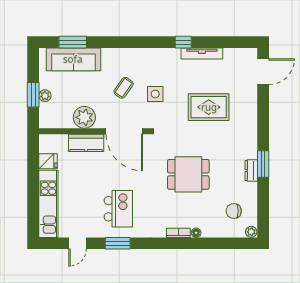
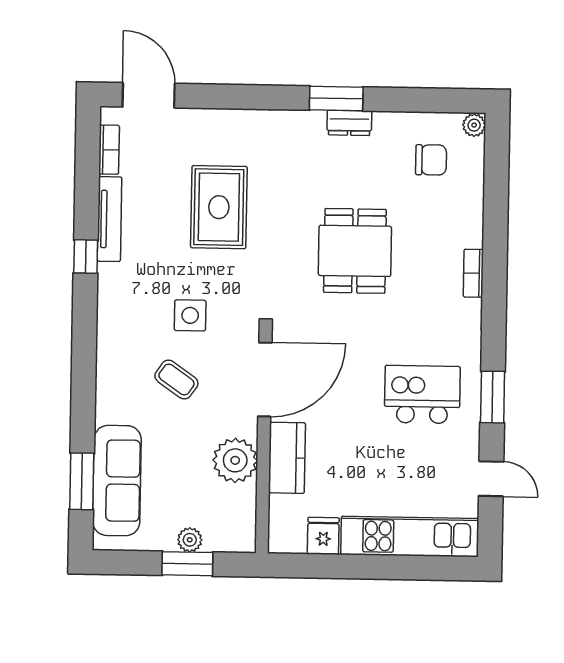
bookcase: (236, 53) -> (109, 150), added
chair: (234, 211) -> (431, 160), turned -90
floor lamp: (196, 233) -> (474, 237), removed

